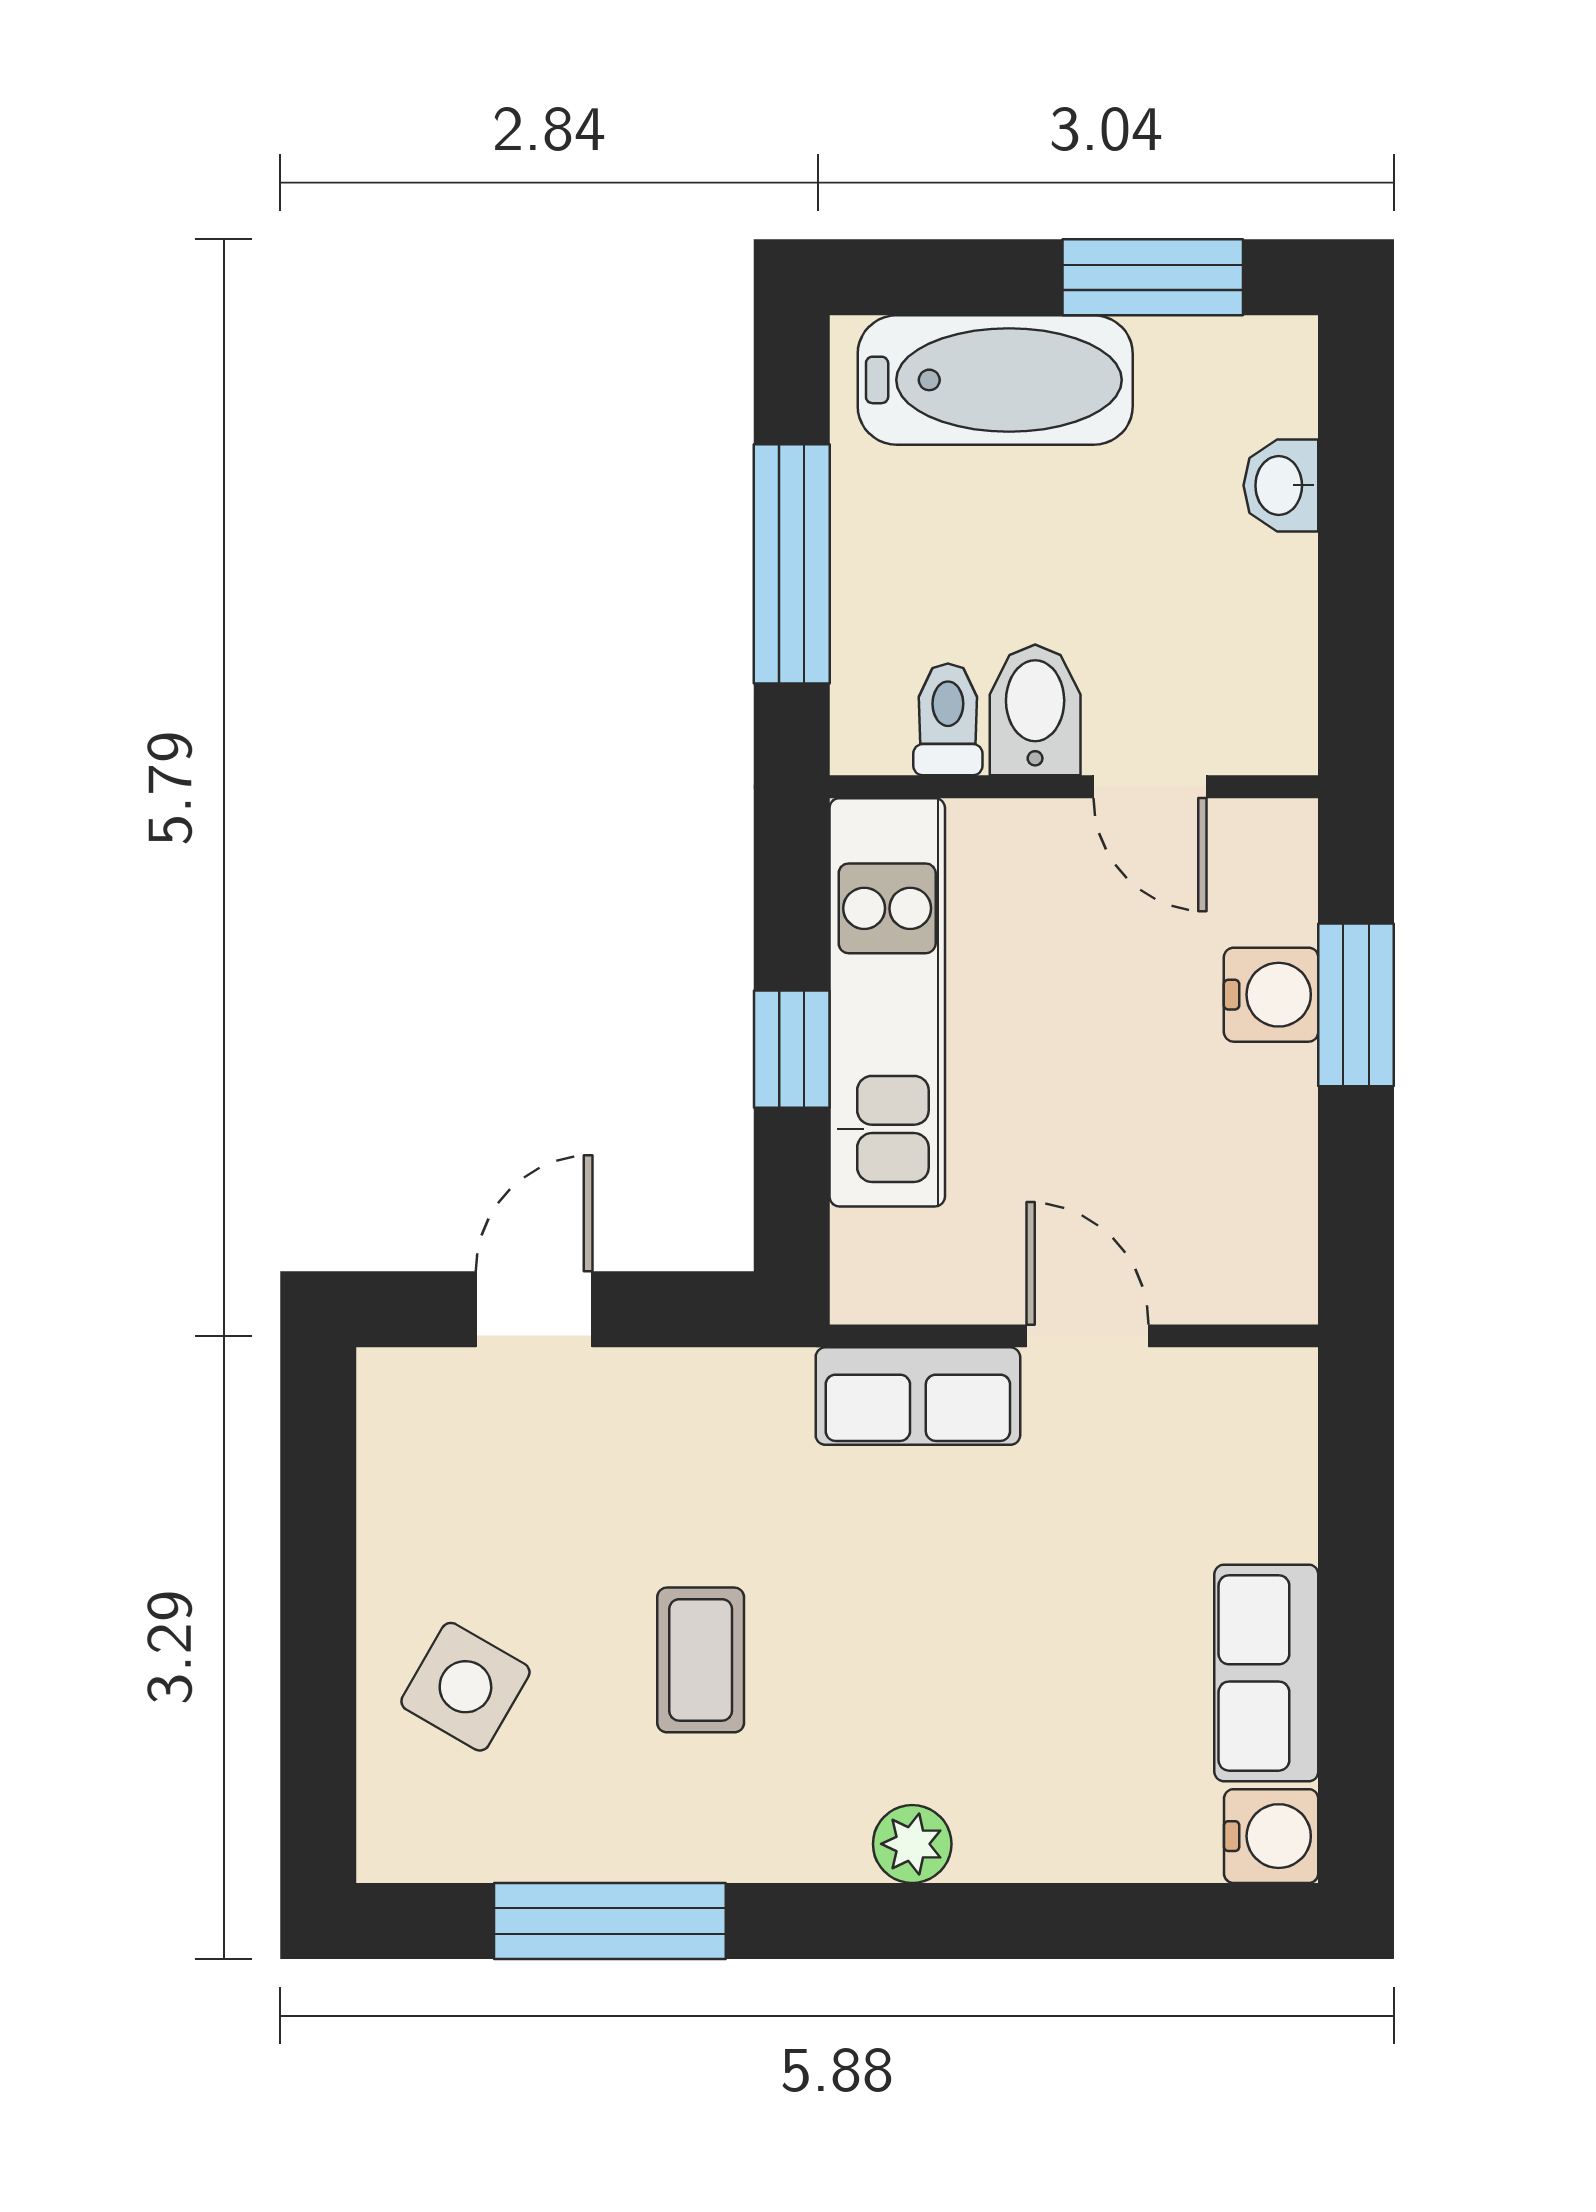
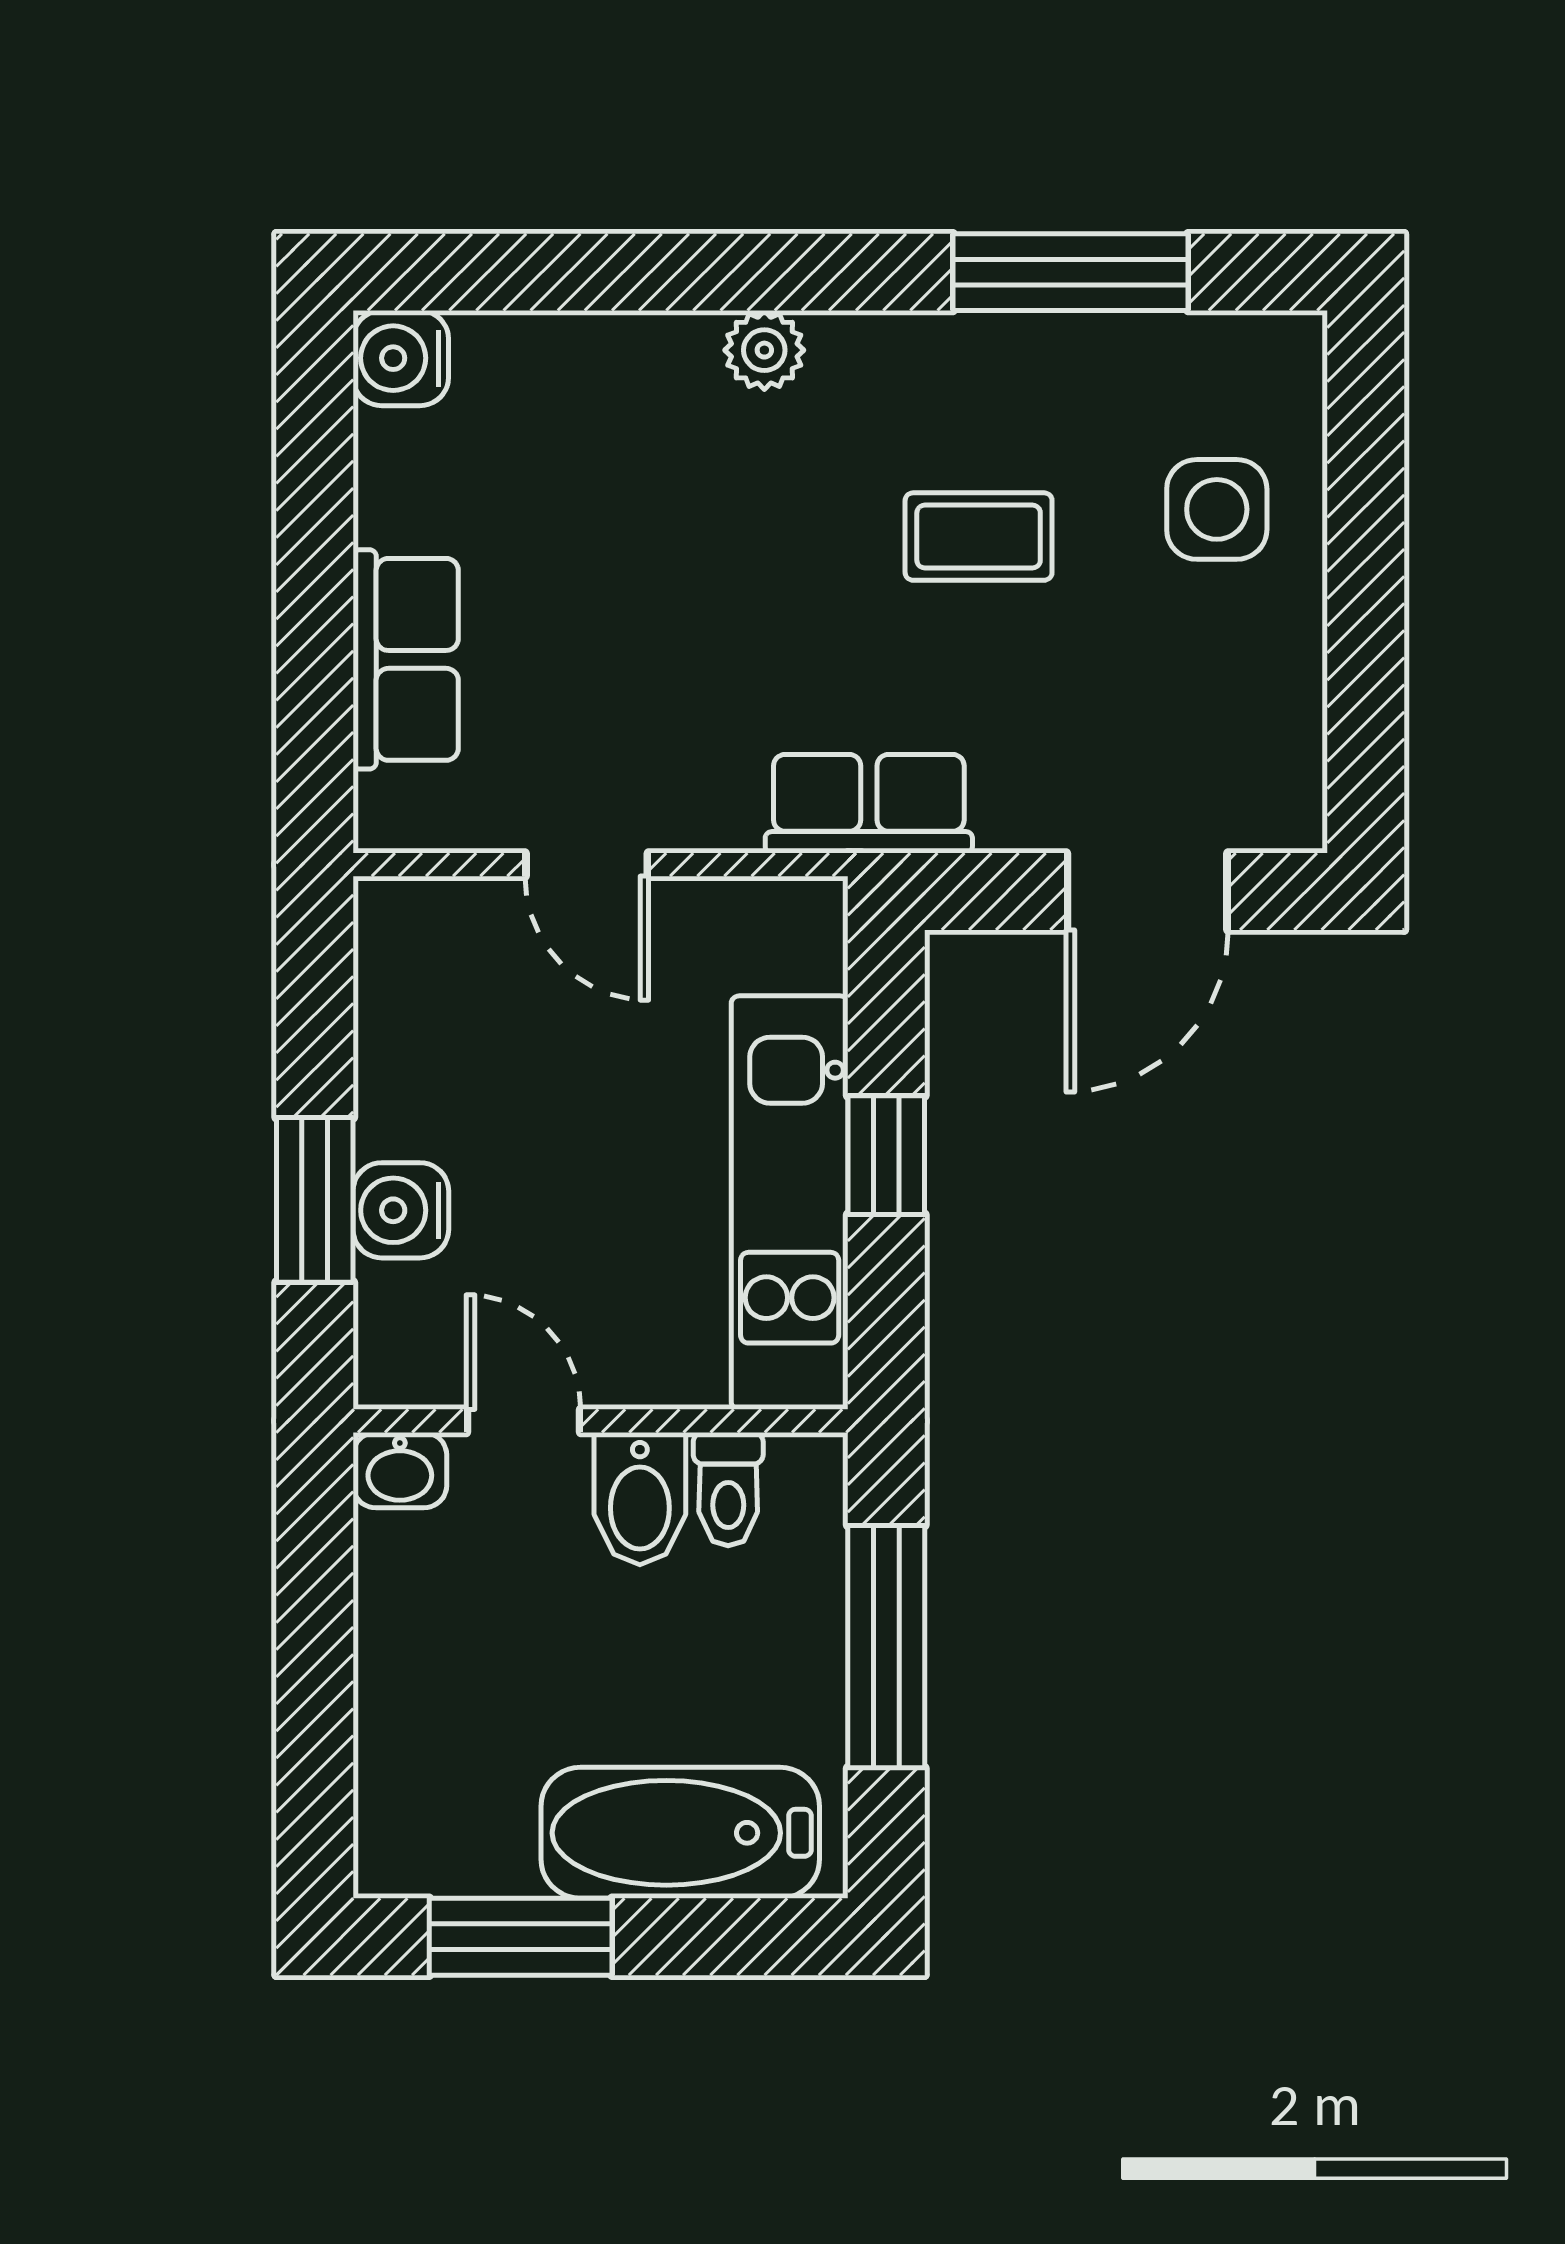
washbasin: (1281, 485) -> (400, 1470), moved, turned 90
door: (534, 1309) -> (1147, 892), width x1.38
row of seats: (918, 1396) -> (869, 804), moved
coffee table: (701, 1660) -> (979, 537), turned 90
row of seats: (1266, 1673) -> (406, 659), moved
side table: (465, 1687) -> (1217, 509), turned -30

